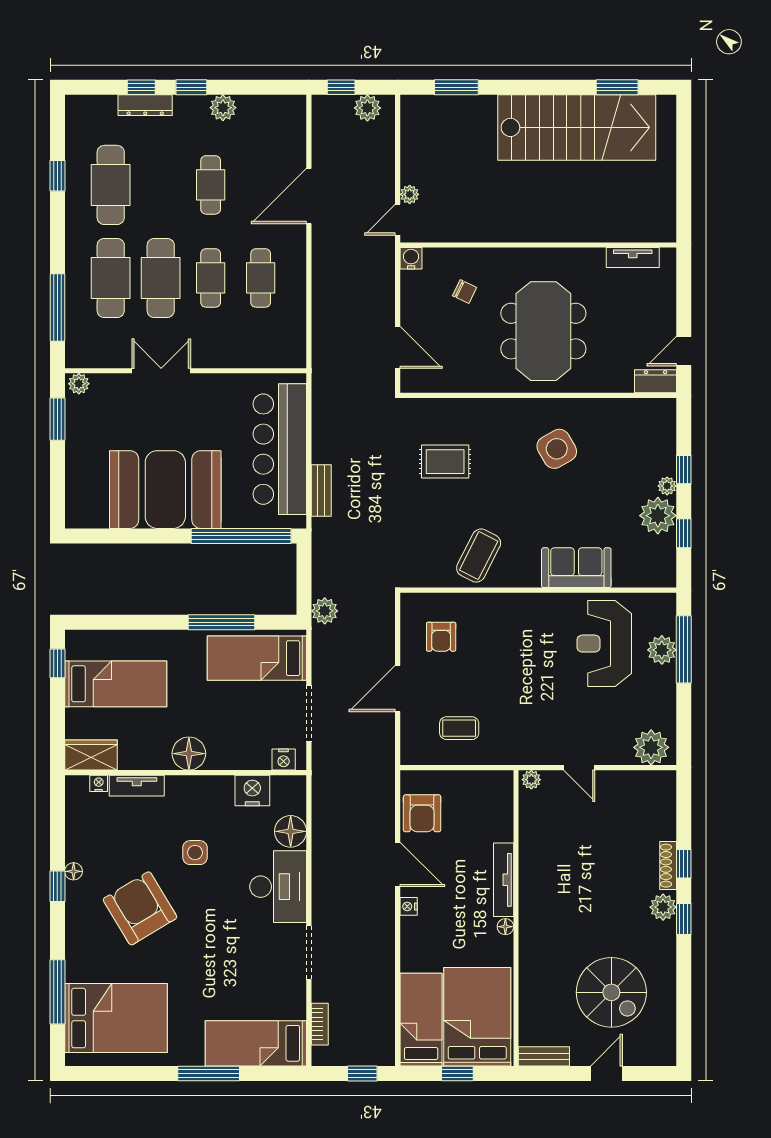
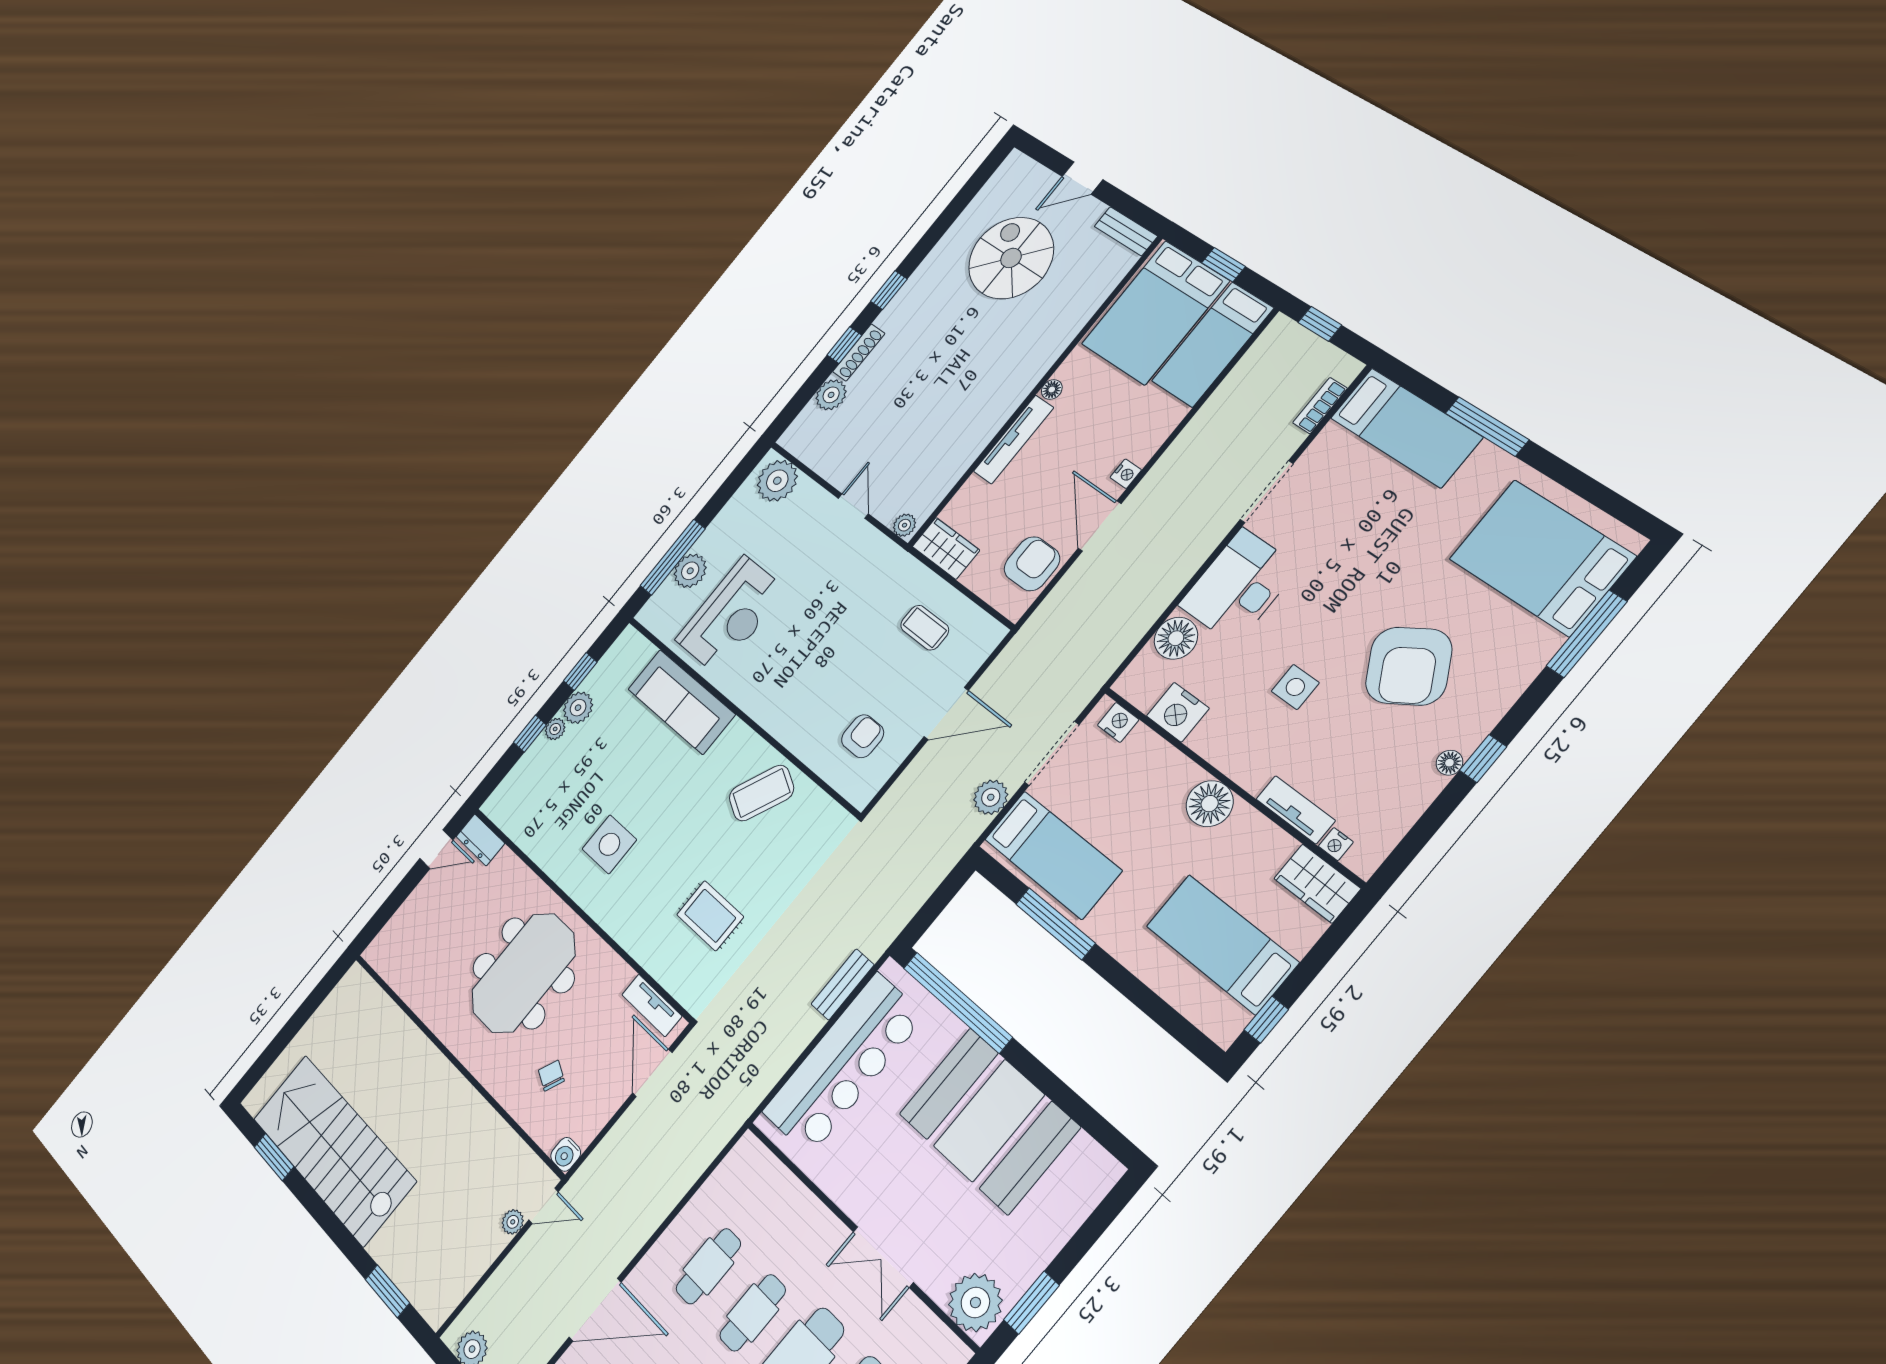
tv unit: (633, 258) -> (652, 1005), moved, turned 180
plant: (79, 384) -> (975, 1302), width x1.87, depth x1.87
side table: (557, 449) -> (609, 844), turned 30
plant: (658, 516) -> (578, 708), width x0.73, depth x0.73
sofa: (576, 568) -> (681, 702), width x1.36
plant: (325, 611) -> (991, 797), moved
wardrobe: (489, 784) -> (946, 548), added
plant: (663, 907) -> (831, 395), moved

